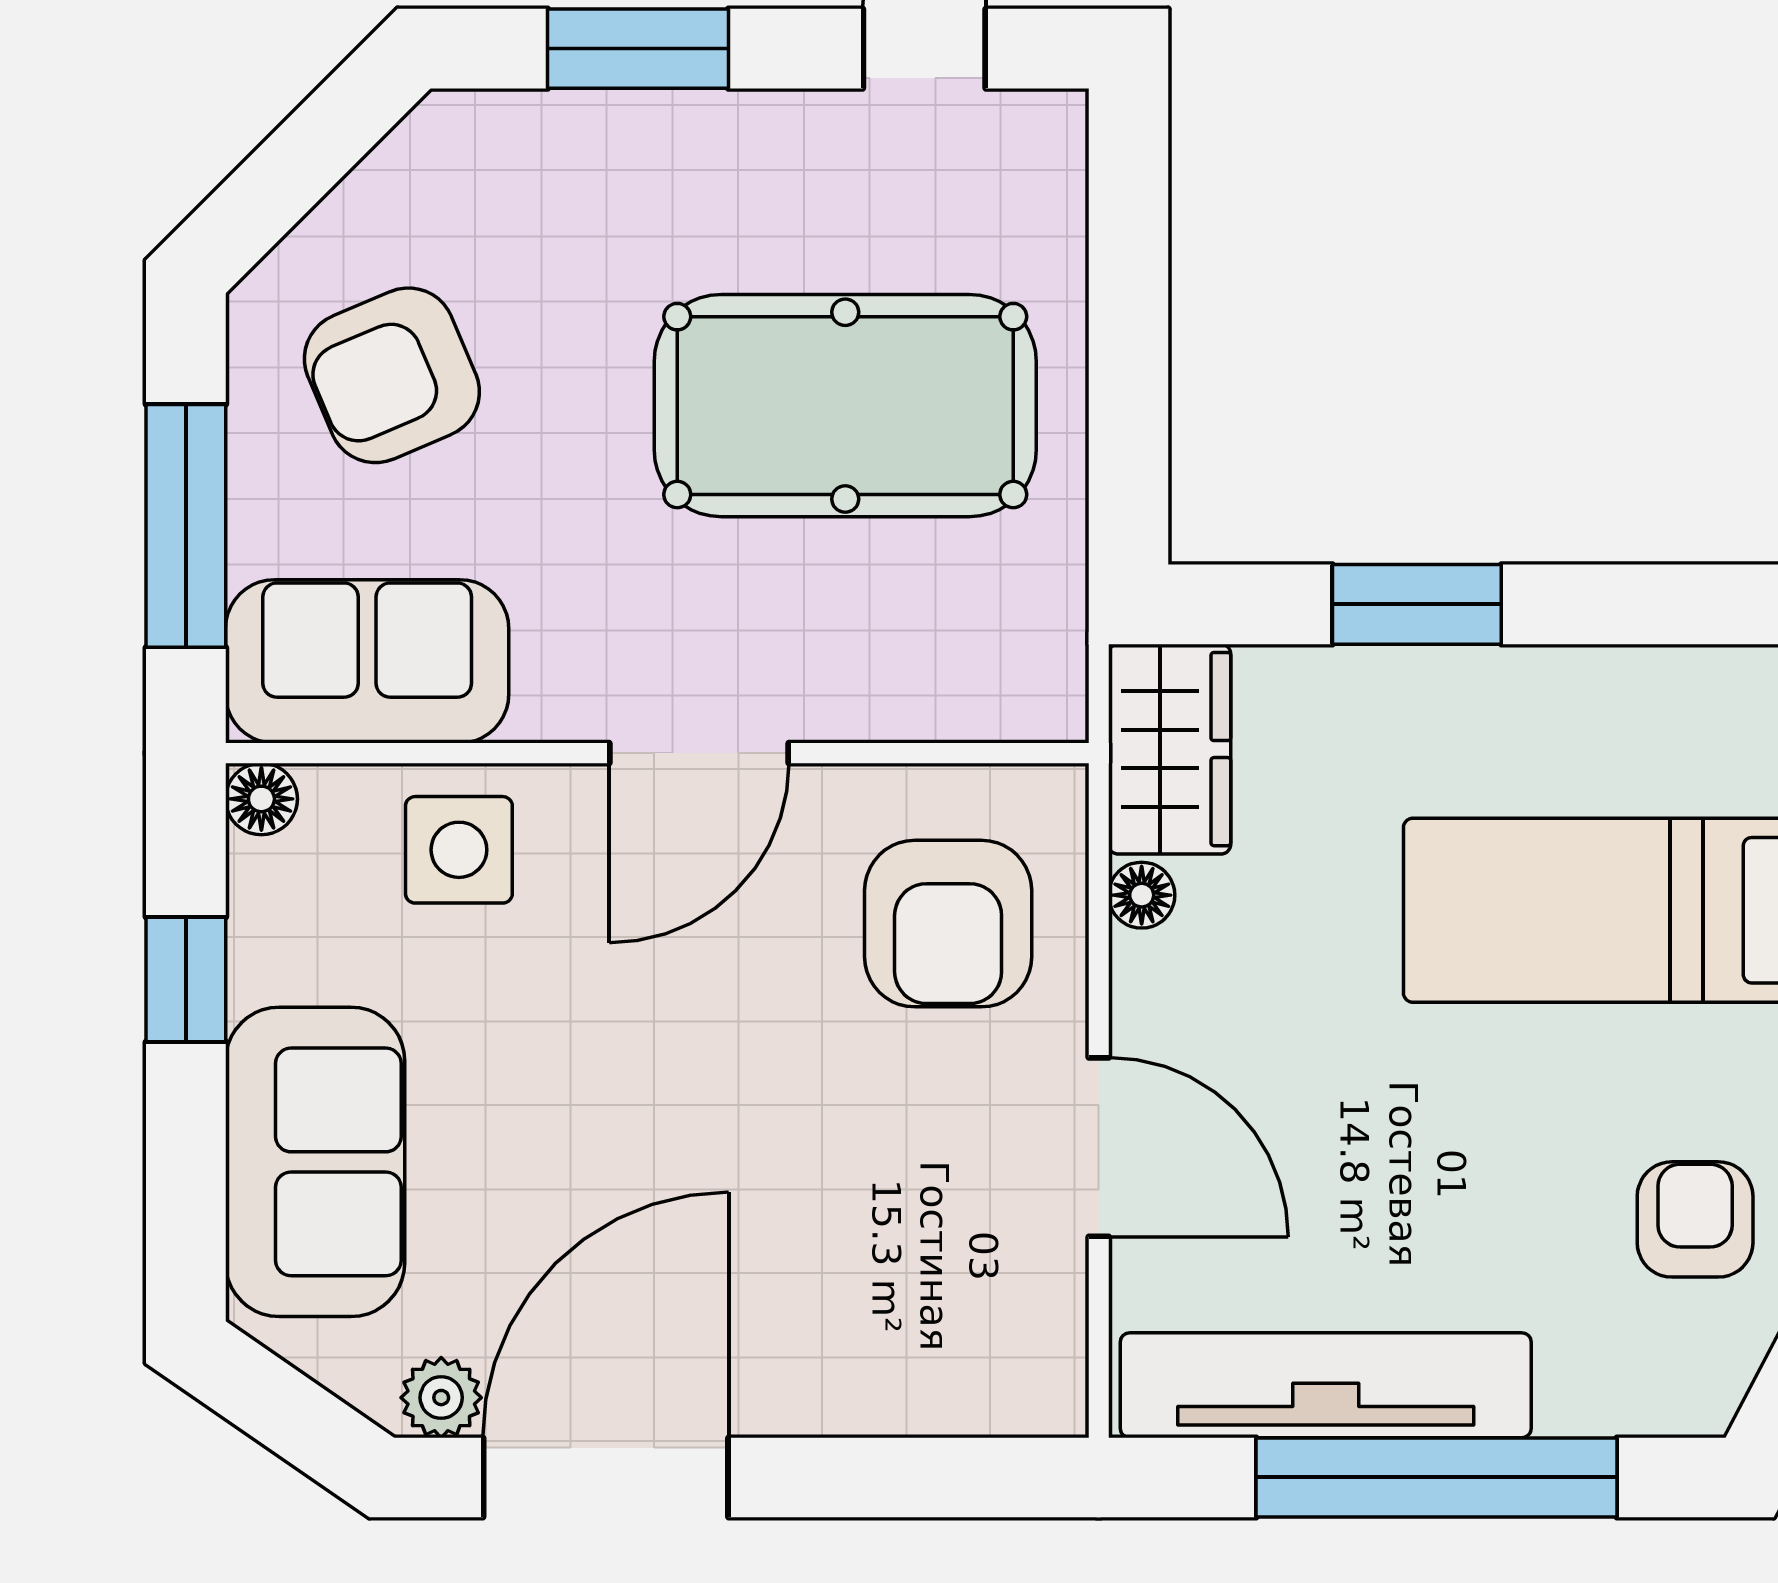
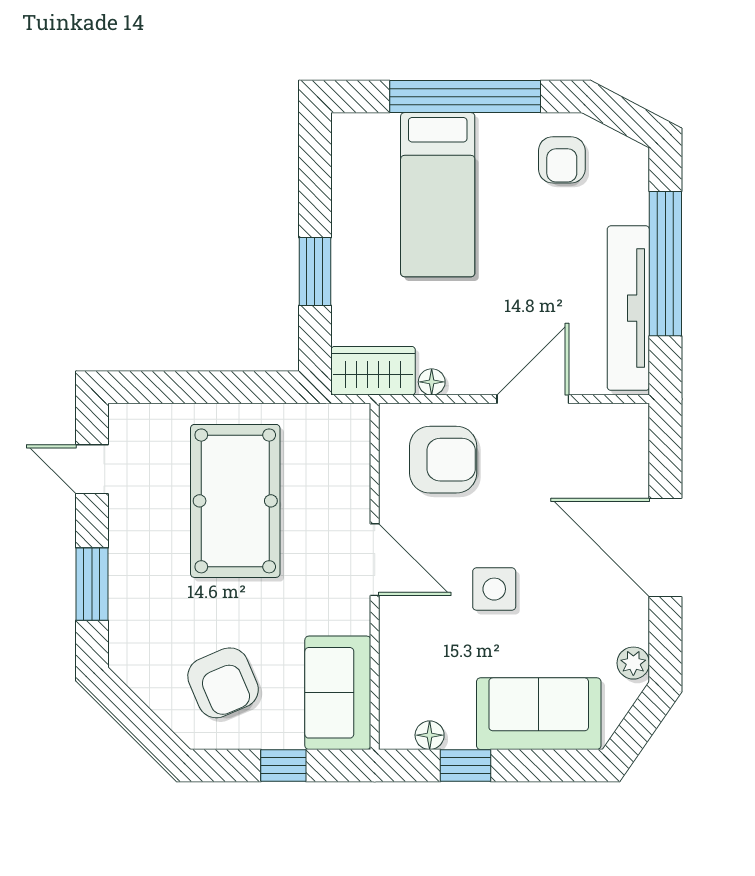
window: (186, 526) -> (283, 766), width x0.46
floor lamp: (261, 799) -> (430, 735), moved
side table: (459, 850) -> (494, 589), moved
armchair: (1695, 1219) -> (562, 160), turned -90
door: (606, 1477) -> (665, 547), moved

